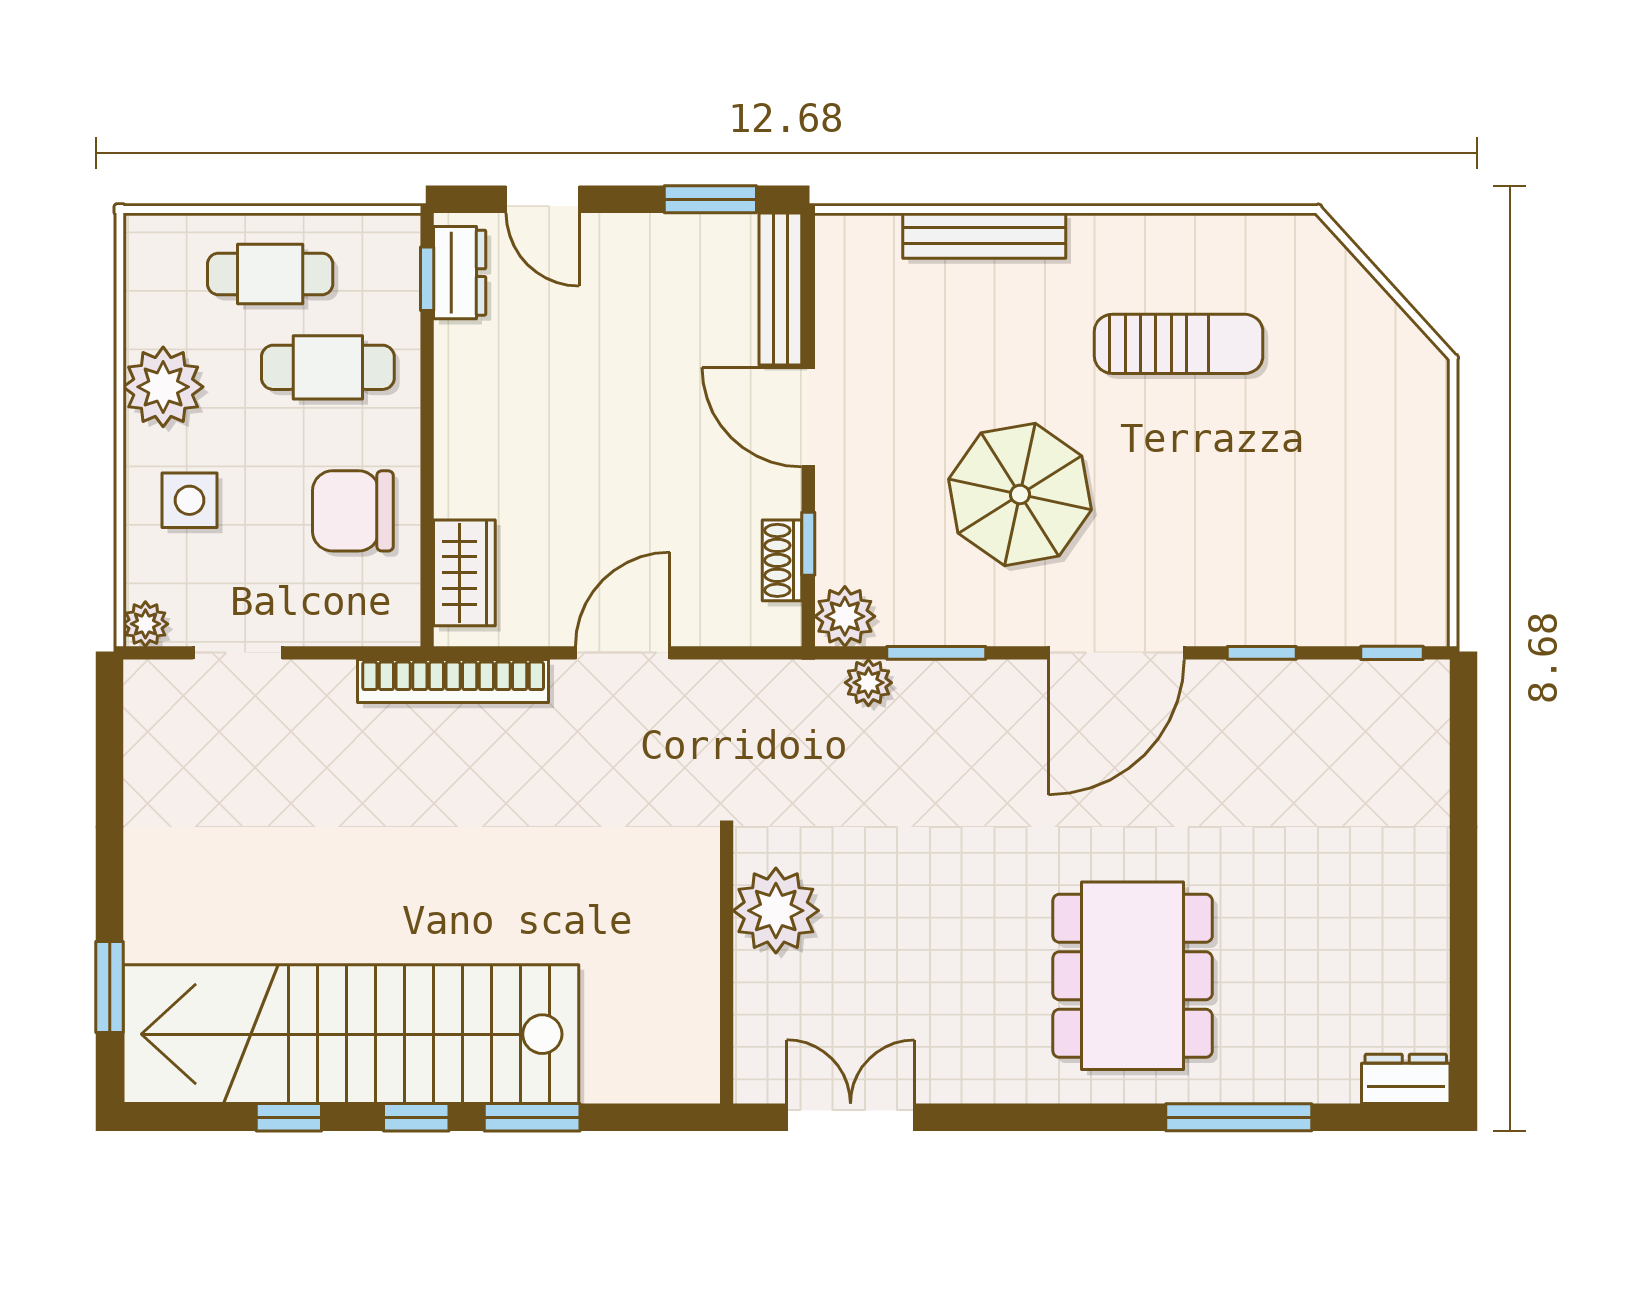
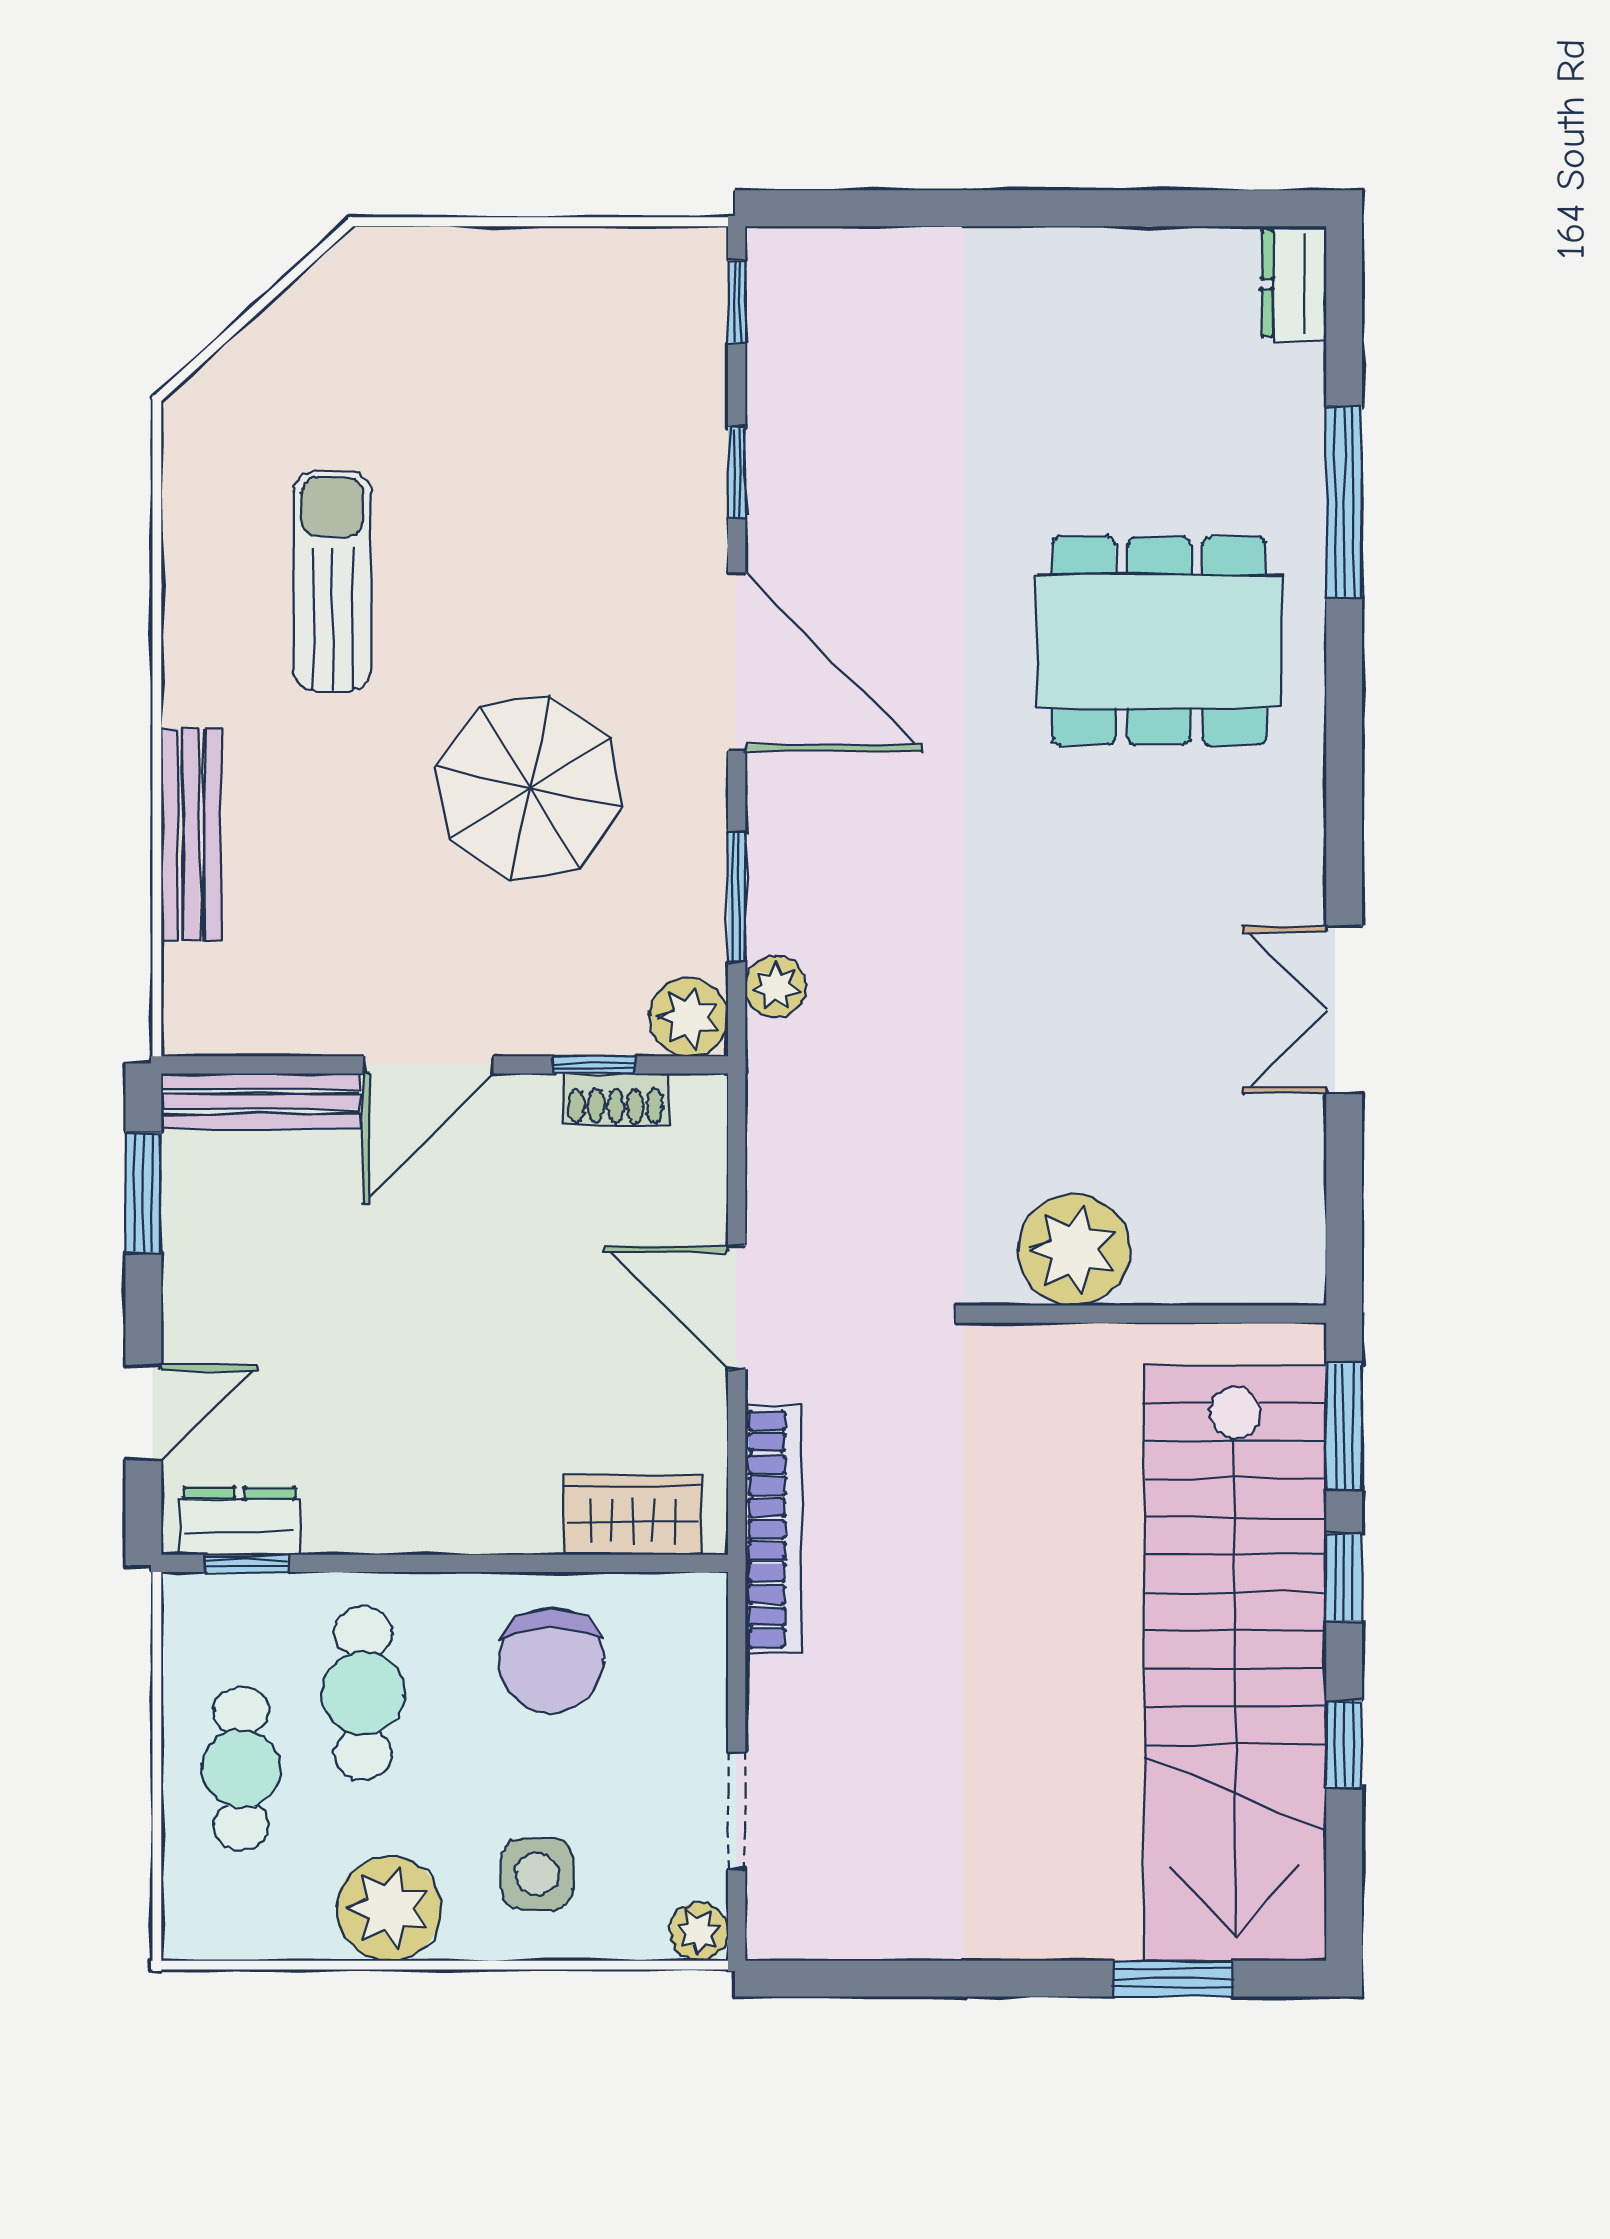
plant: (776, 911) -> (1074, 1250), moved
wall: (727, 969) -> (1150, 1314), moved

